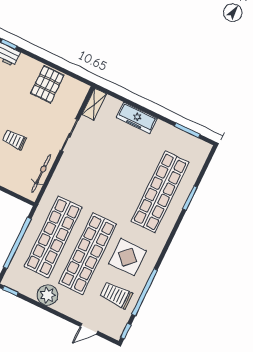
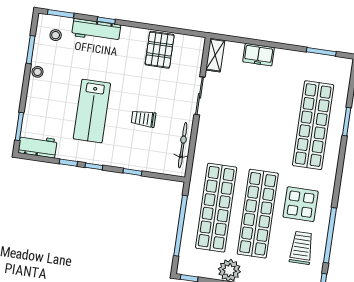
freezer: (137, 118) -> (259, 55), width x0.71
trolley: (116, 295) -> (301, 248), turned 90

